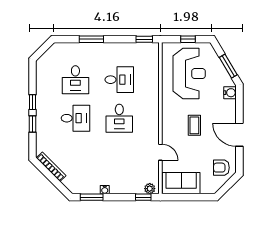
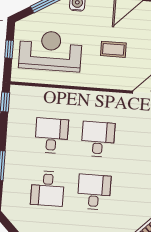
desk: (75, 80) -> (48, 188), turned 90
desk: (119, 118) -> (98, 139), turned -90

